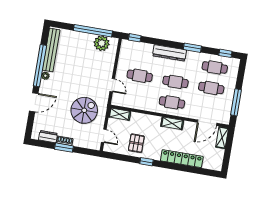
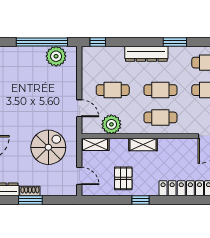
plant: (134, 101) -> (111, 124), added
shelving: (172, 123) -> (143, 145), moved

